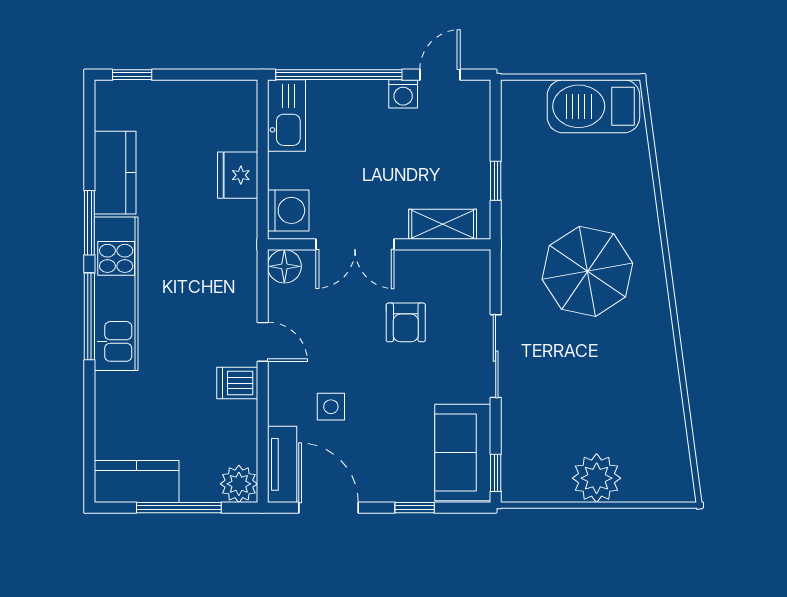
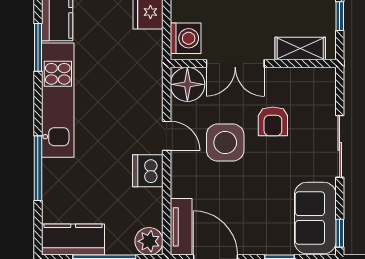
floor lamp: (284, 266) -> (187, 84), width x1.38, depth x1.38
window: (89, 316) -> (38, 168), moved
dishwasher: (237, 383) -> (148, 171), width x1.38
side table: (331, 407) -> (225, 143), moved, width x1.87, depth x1.87

